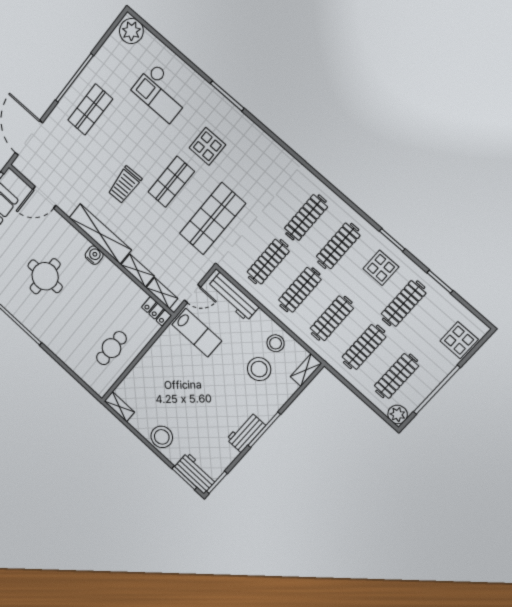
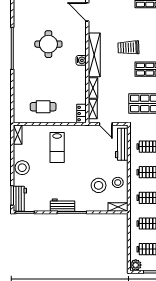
lab bench: (197, 333) -> (57, 147), moved

